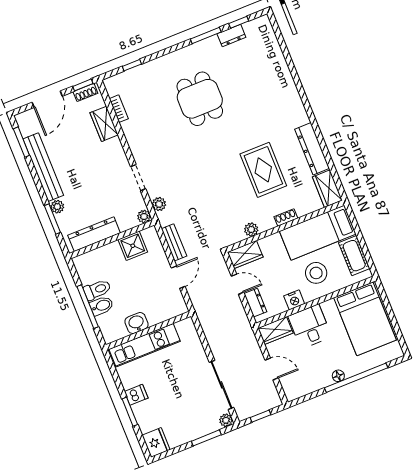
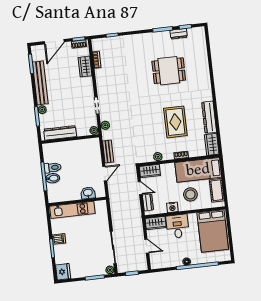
dining table: (200, 99) -> (169, 71), moved, turned 90
shower: (133, 246) -> (82, 147), removed
washbasin: (137, 323) -> (88, 193), moved

